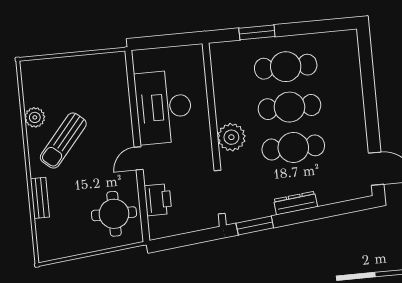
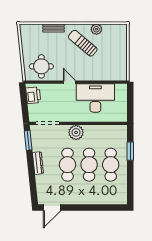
printer: (158, 200) -> (33, 95), moved, turned -96

